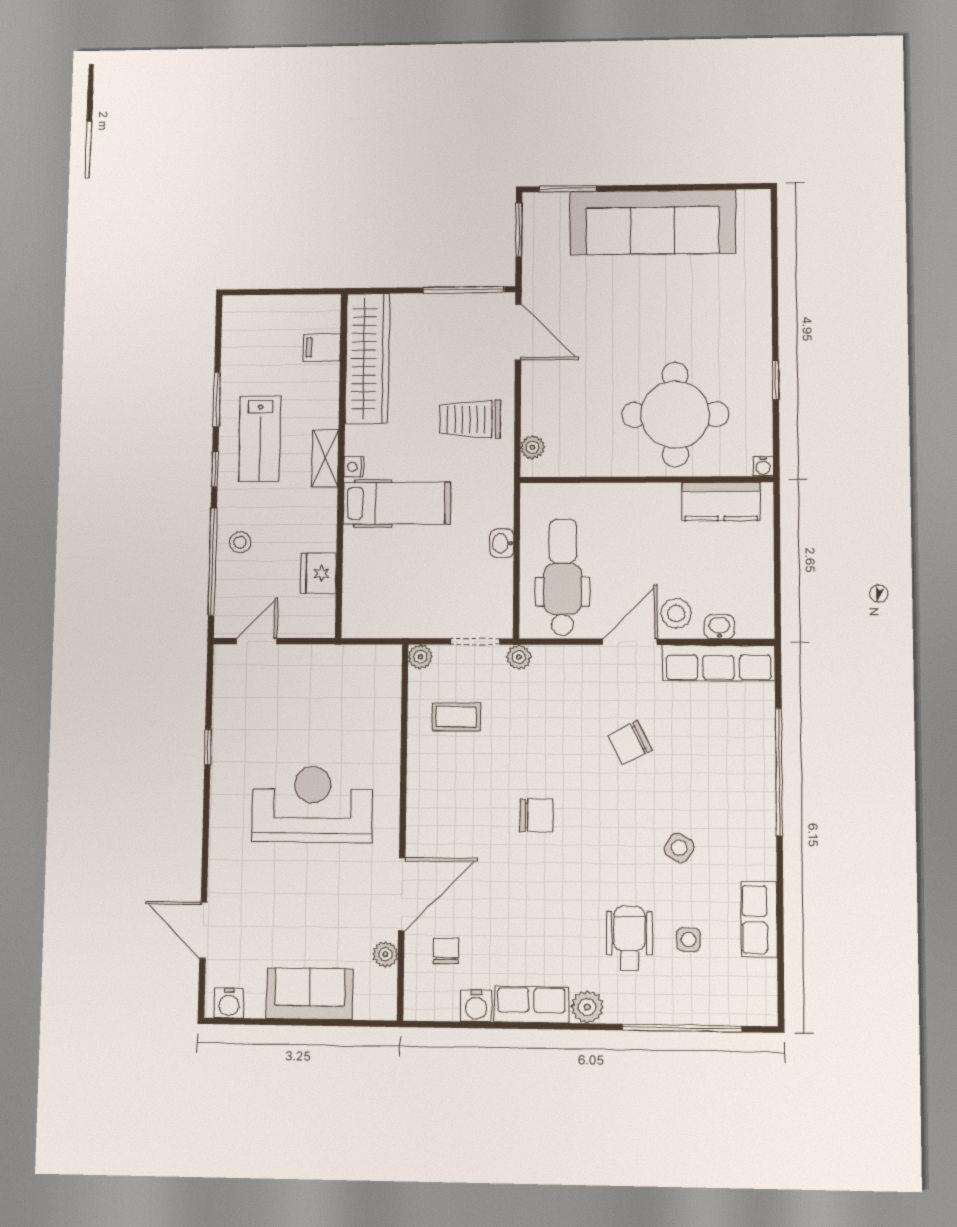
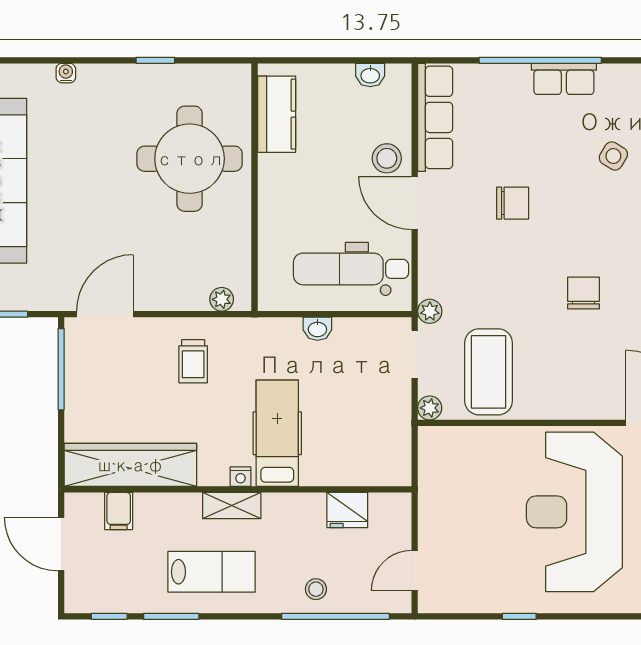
door: (290, 292) -> (61, 544), added
trolley: (470, 419) -> (193, 361), width x0.73, depth x0.72
water cooler: (763, 466) -> (66, 73), moved, turned -90
window: (215, 469) -> (109, 616), moved
washbasin: (719, 627) -> (370, 75), moved, turned -90
door: (257, 641) -> (415, 570), hinge flipped
coffee table: (456, 717) -> (489, 372), width x1.86, depth x1.72
chair: (630, 742) -> (513, 203), turned -63
row of seats: (760, 797) -> (564, 79), added
reception desk: (312, 804) -> (574, 512), width x1.36, depth x1.30

